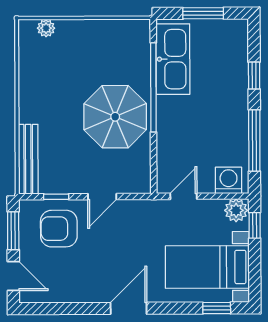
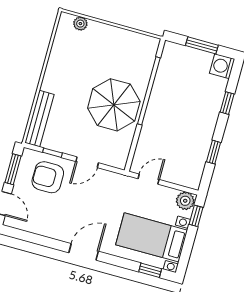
kitchen sink: (173, 59) -> (169, 74), removed
window: (254, 141) -> (214, 152), width x0.46
washing machine: (229, 180) -> (222, 66), moved, turned -90

